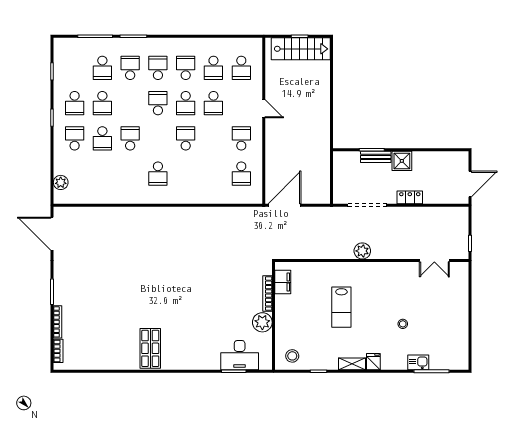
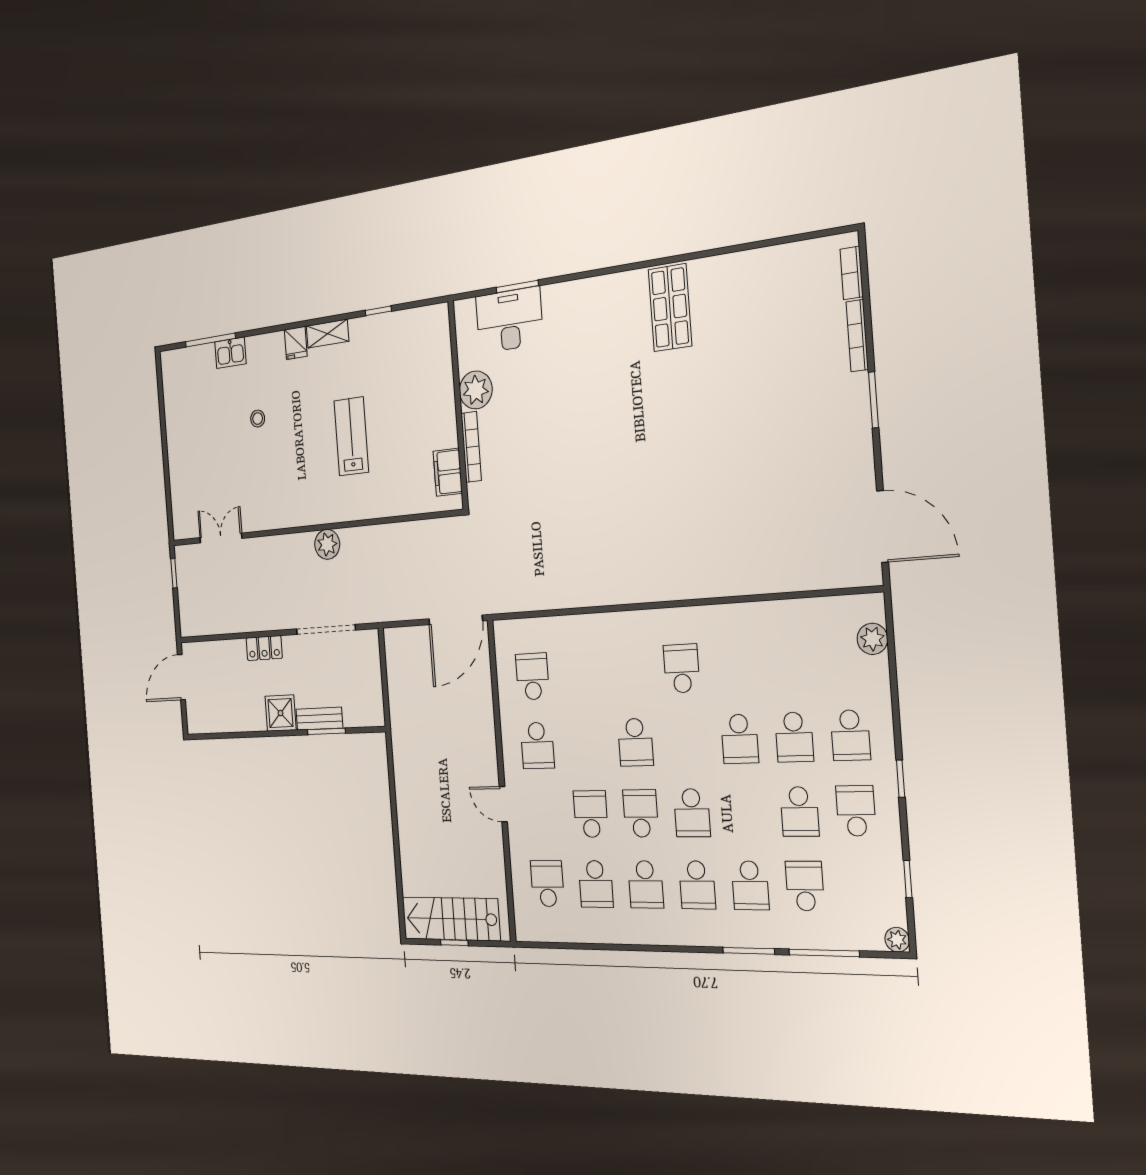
plant: (59, 43) -> (897, 940), added
school desk: (213, 68) -> (596, 884), turned 180
school desk: (102, 103) -> (799, 812), turned 180
school desk: (102, 138) -> (794, 737), turned 180
stool: (292, 356) -> (422, 333), removed

